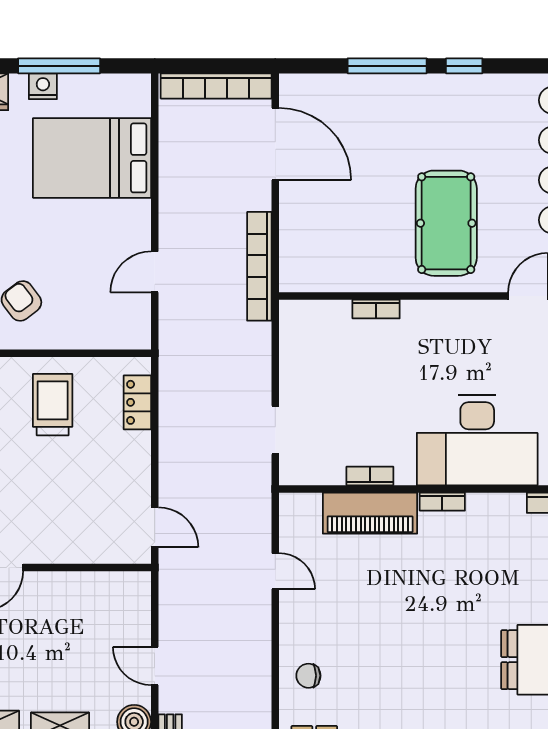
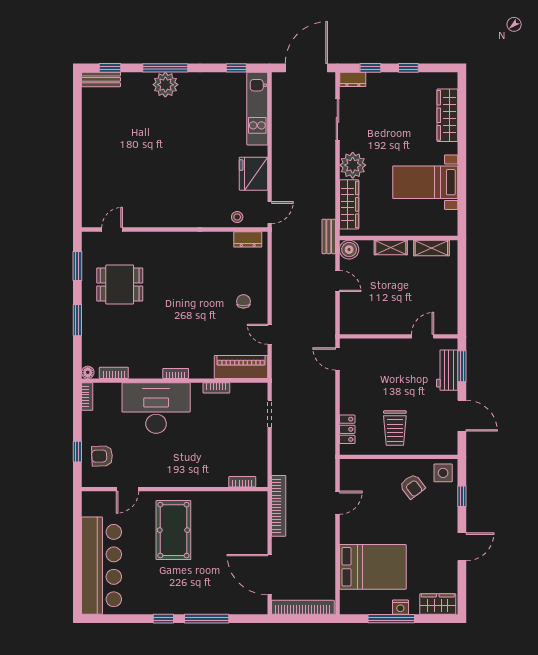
bookcase: (376, 309) -> (242, 482), moved
piano: (370, 513) -> (241, 367), moved
chair: (308, 676) -> (243, 301), moved, turned -90

